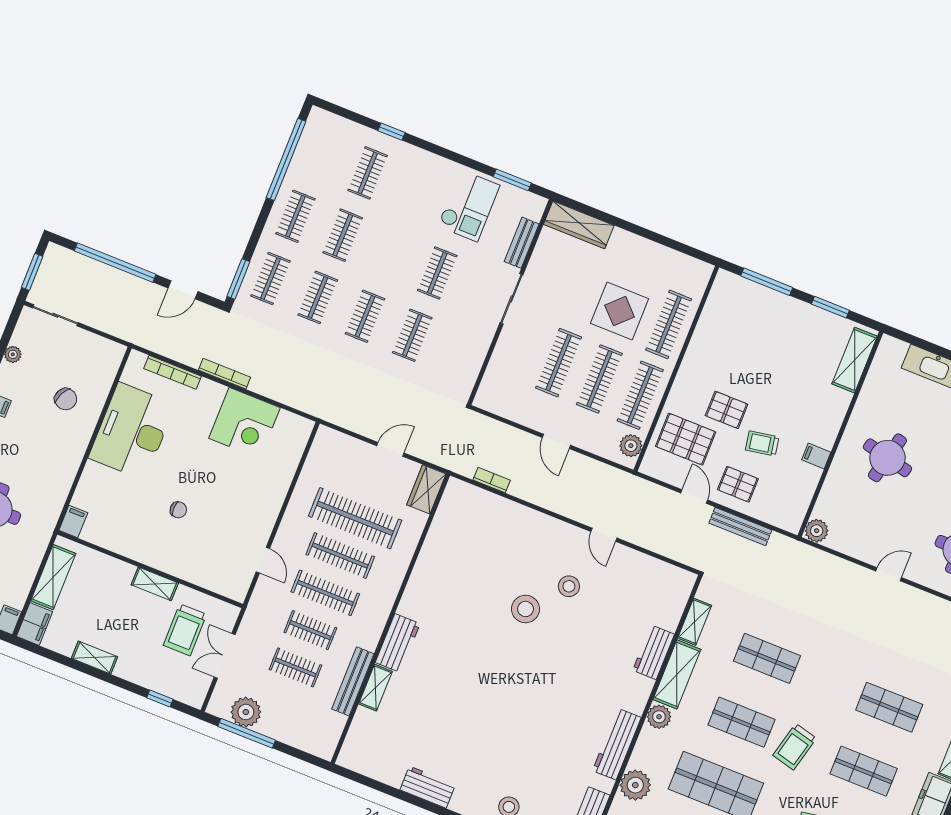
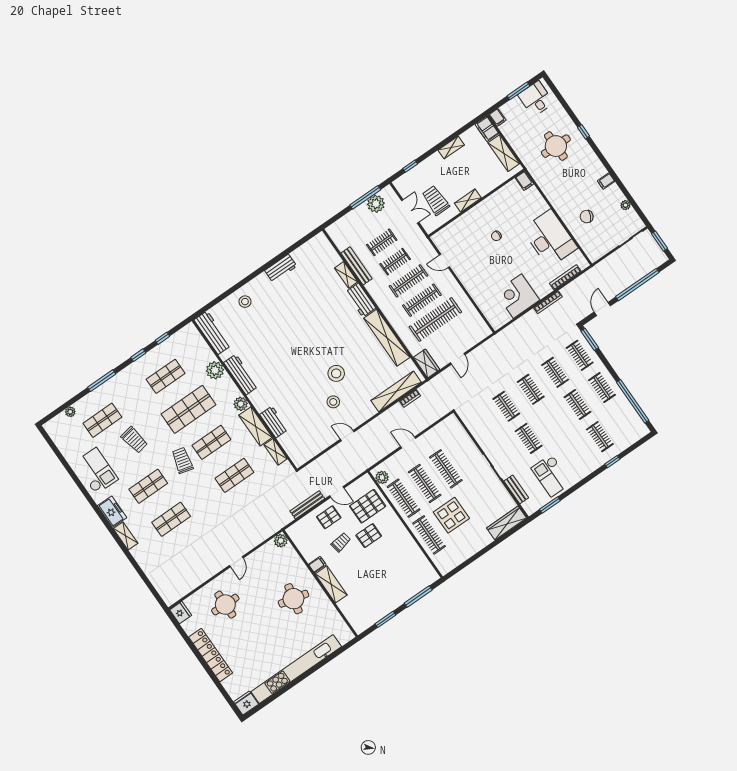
shelving: (855, 360) -> (331, 584), moved
shelving: (495, 506) -> (396, 391), added
shelving: (427, 570) -> (387, 338), added

